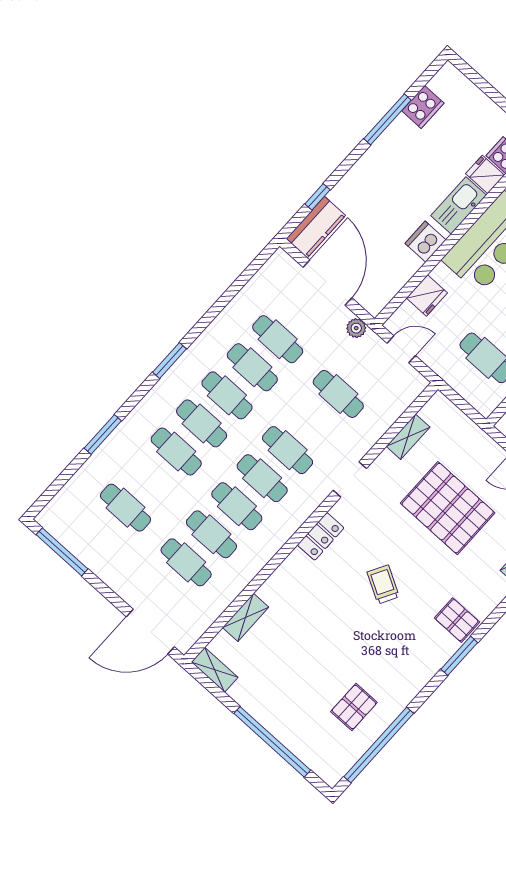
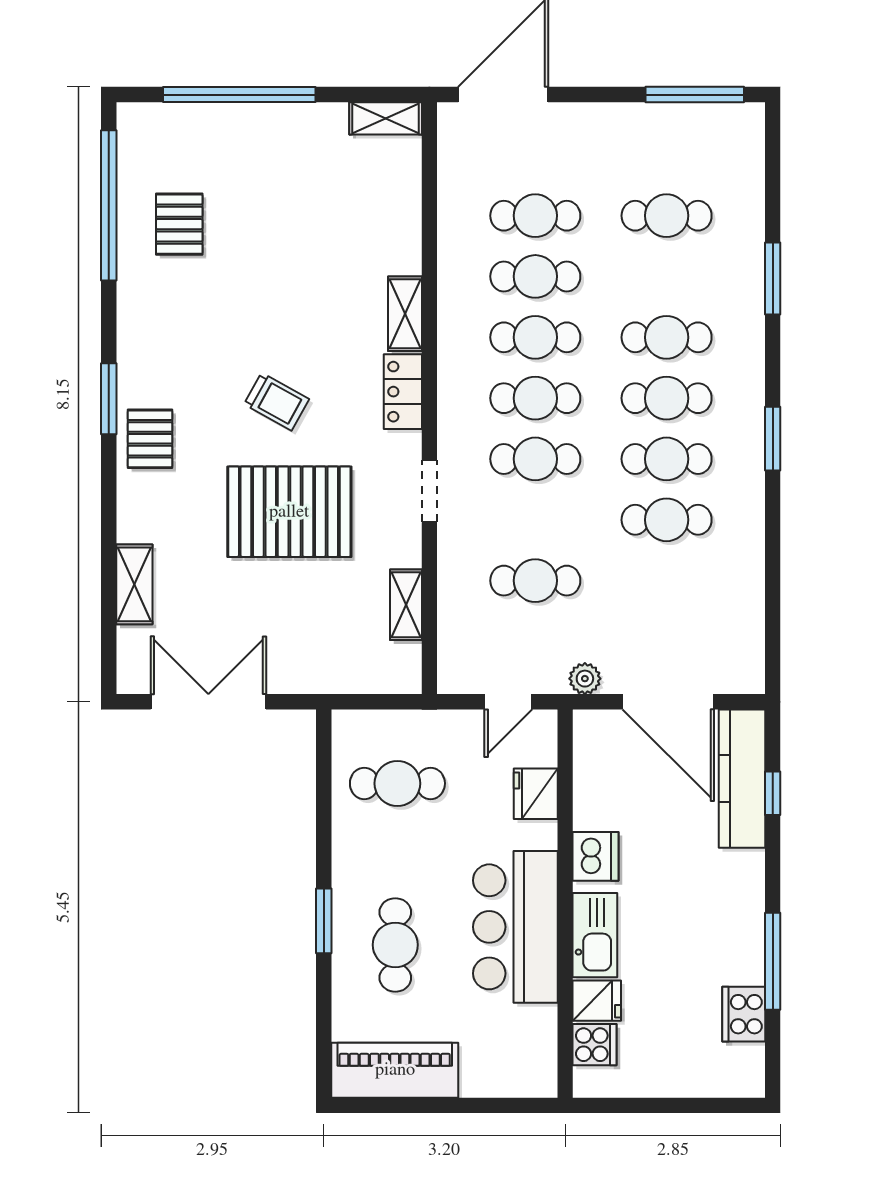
kitchen counter: (316, 227) -> (742, 779), width x1.50
cafe table: (278, 339) -> (667, 581), removed
pallet: (448, 508) -> (289, 512), moved
shelving: (246, 617) -> (405, 314), moved
pallet: (457, 620) -> (150, 439), turned 90

